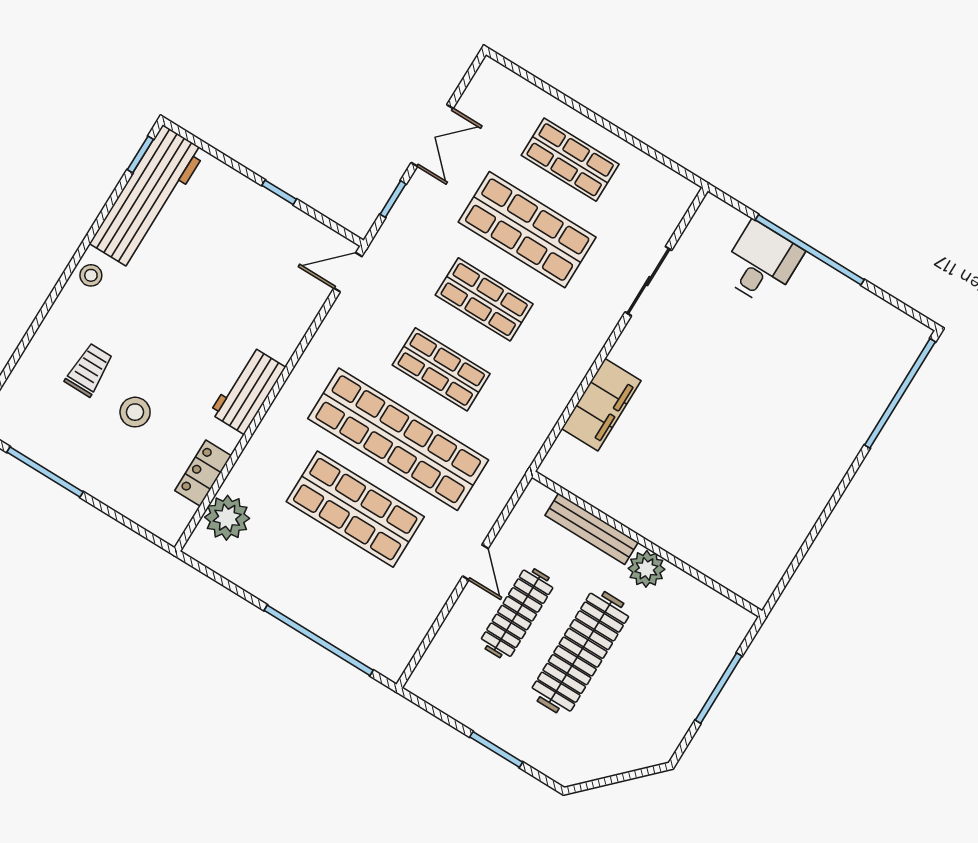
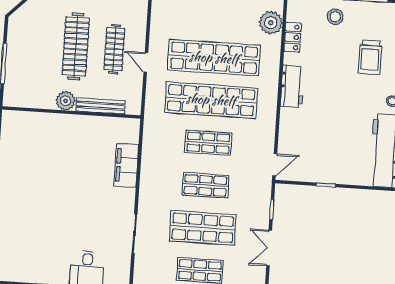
trolley: (89, 370) -> (370, 57), width x1.36, depth x1.39
stool: (135, 412) -> (335, 17), moved
shop shelf: (355, 509) -> (214, 58), width x1.40

